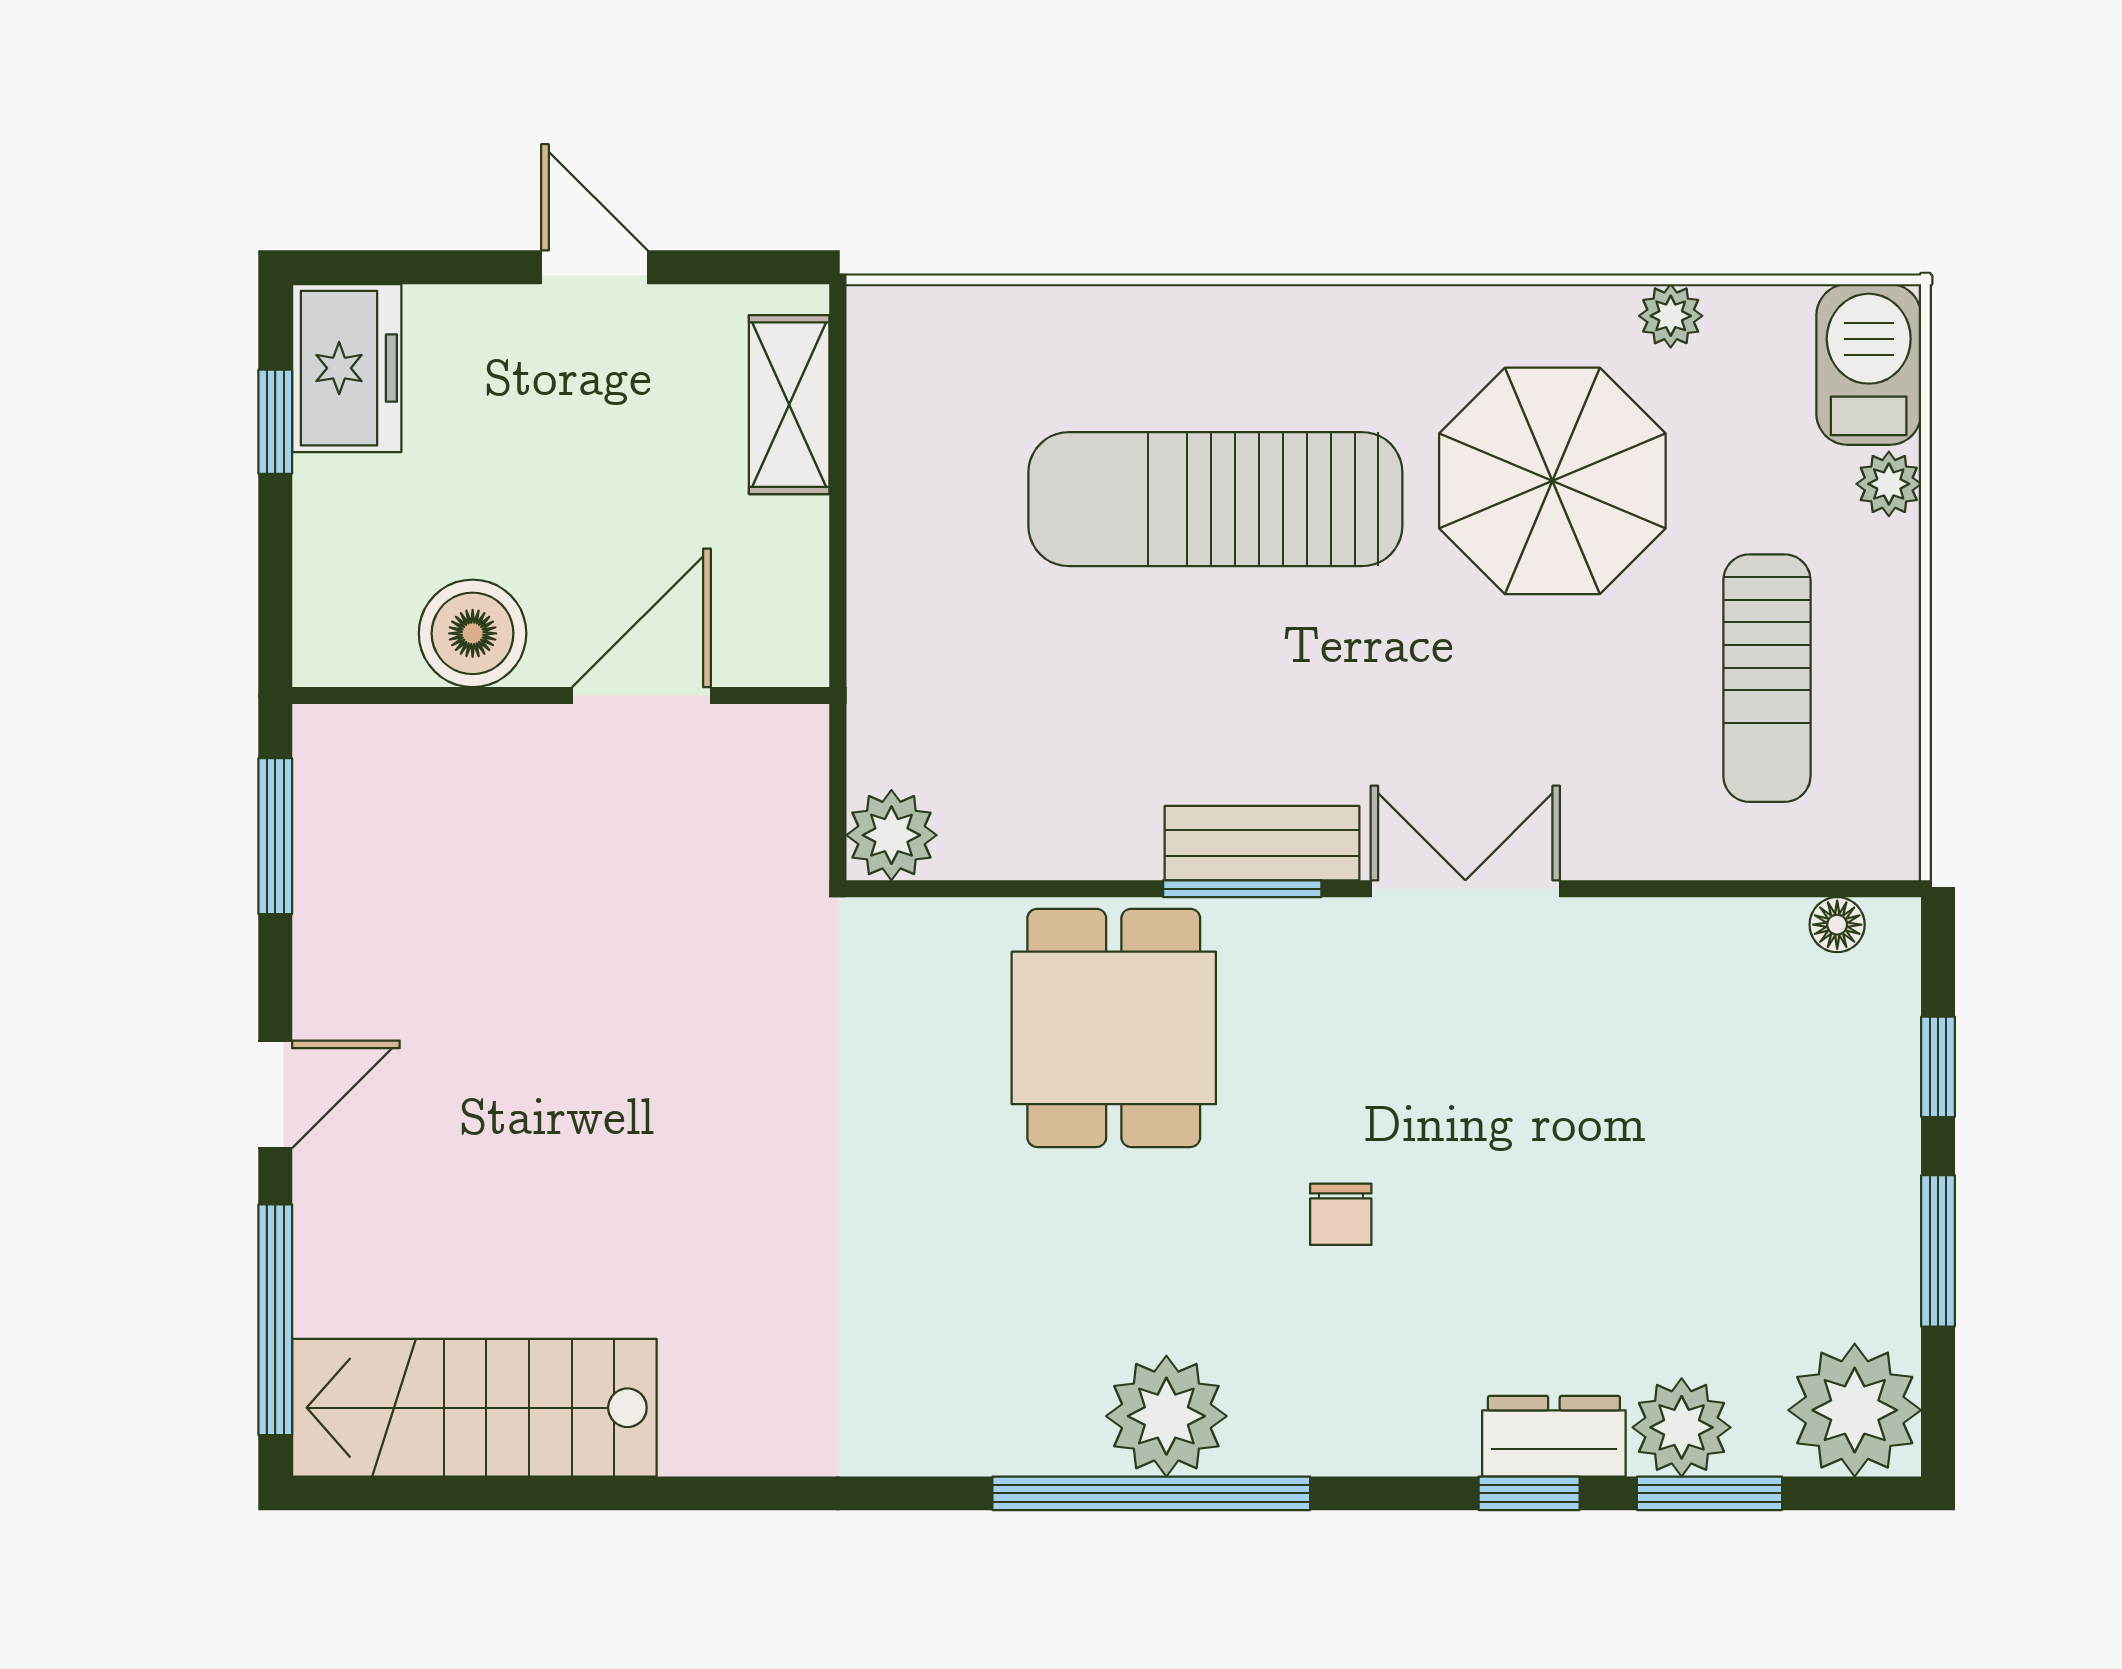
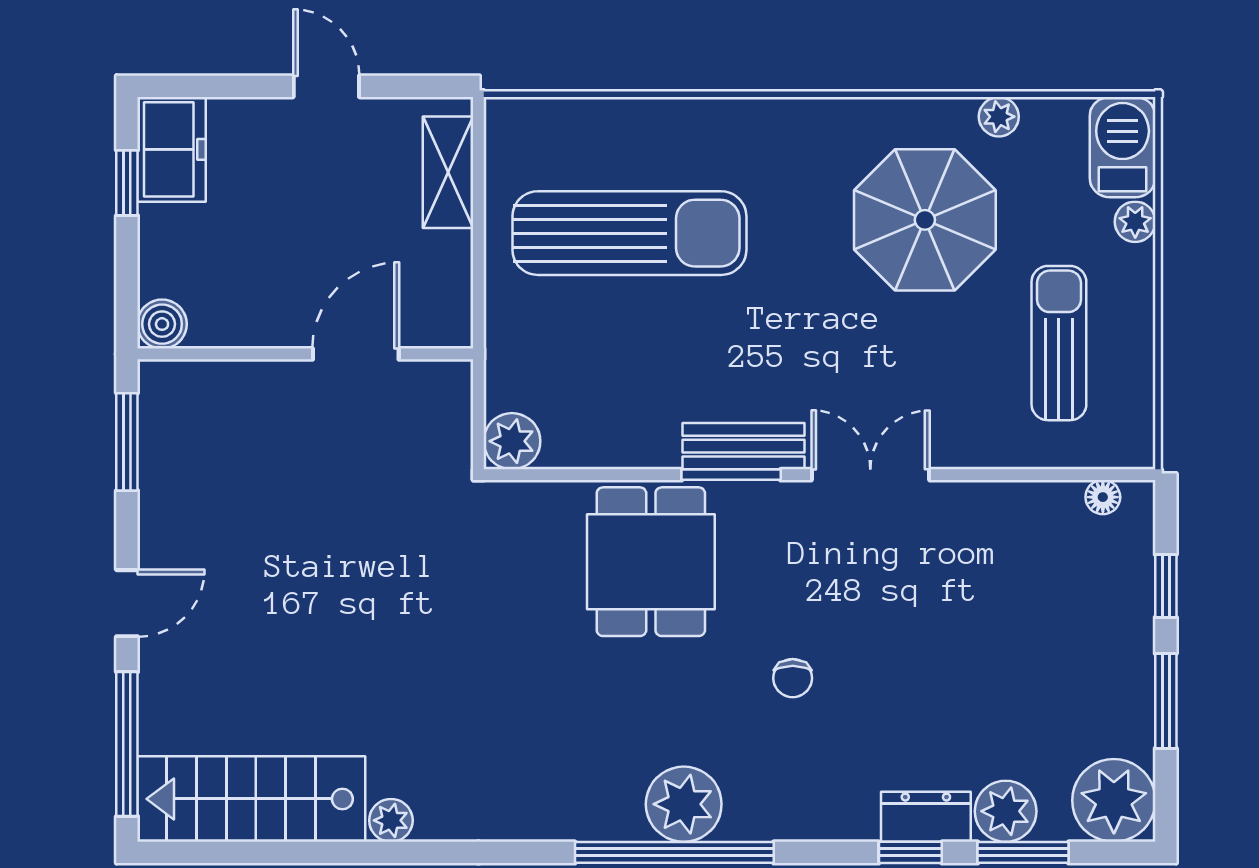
sun lounger: (1215, 499) -> (629, 233), moved, turned 180
boiler: (473, 633) -> (162, 324), moved, width x0.73, depth x0.73
sun lounger: (1767, 678) -> (1059, 343), turned 180
plant: (698, 1442) -> (391, 820), added

